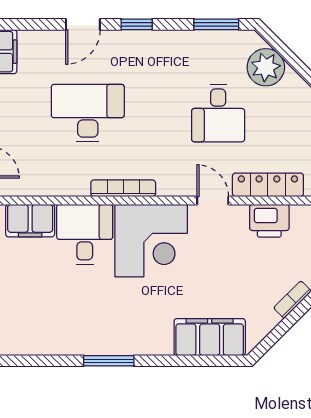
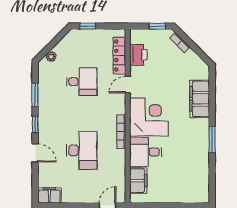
window: (216, 24) -> (35, 95), moved
plant: (266, 67) -> (51, 57), width x0.53, depth x0.53
desk: (88, 113) -> (82, 150), turned 180
filing cabinet: (210, 337) -> (200, 99), moved

